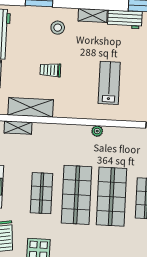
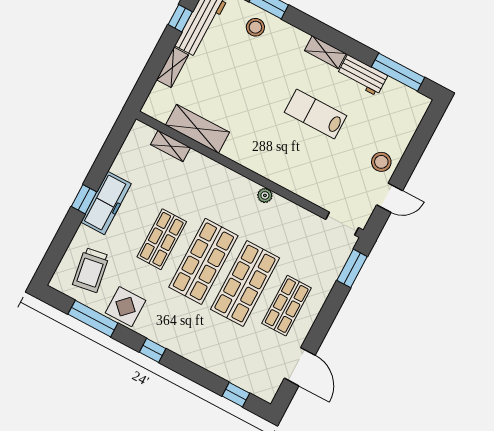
stool: (58, 28) -> (255, 27), moved
trolley: (50, 70) -> (243, 94), removed
lab bench: (109, 83) -> (316, 114), moved, turned -90

